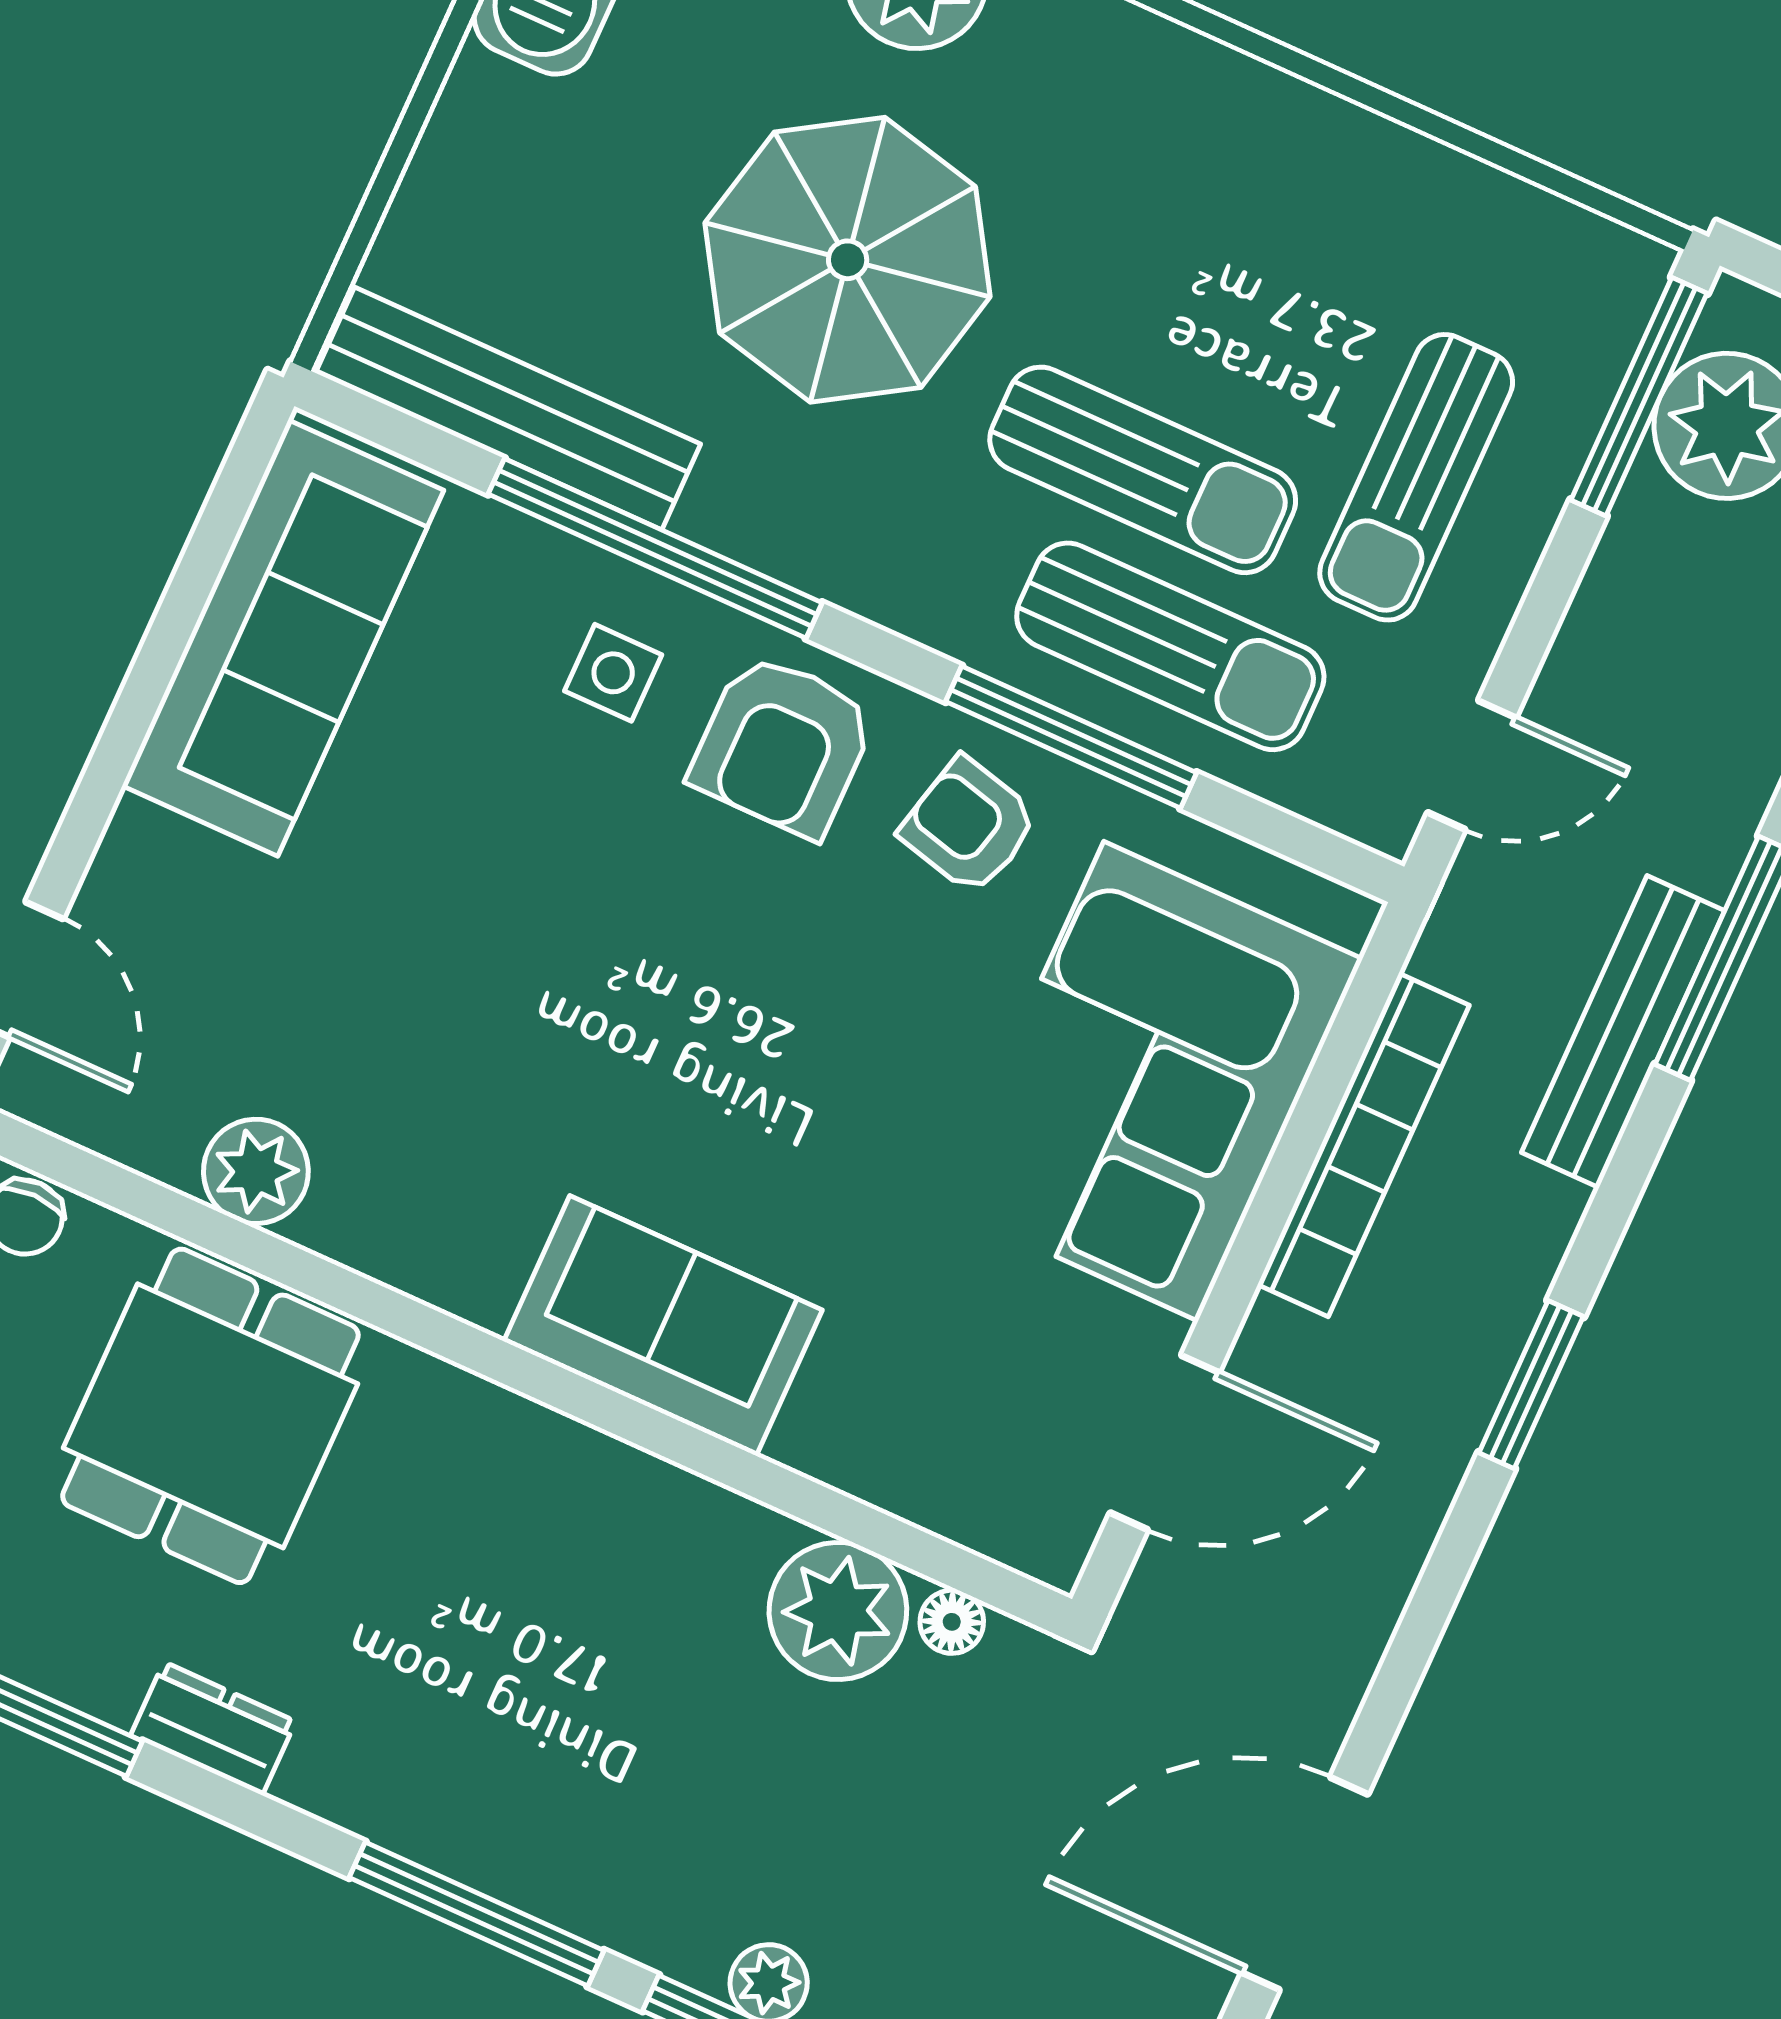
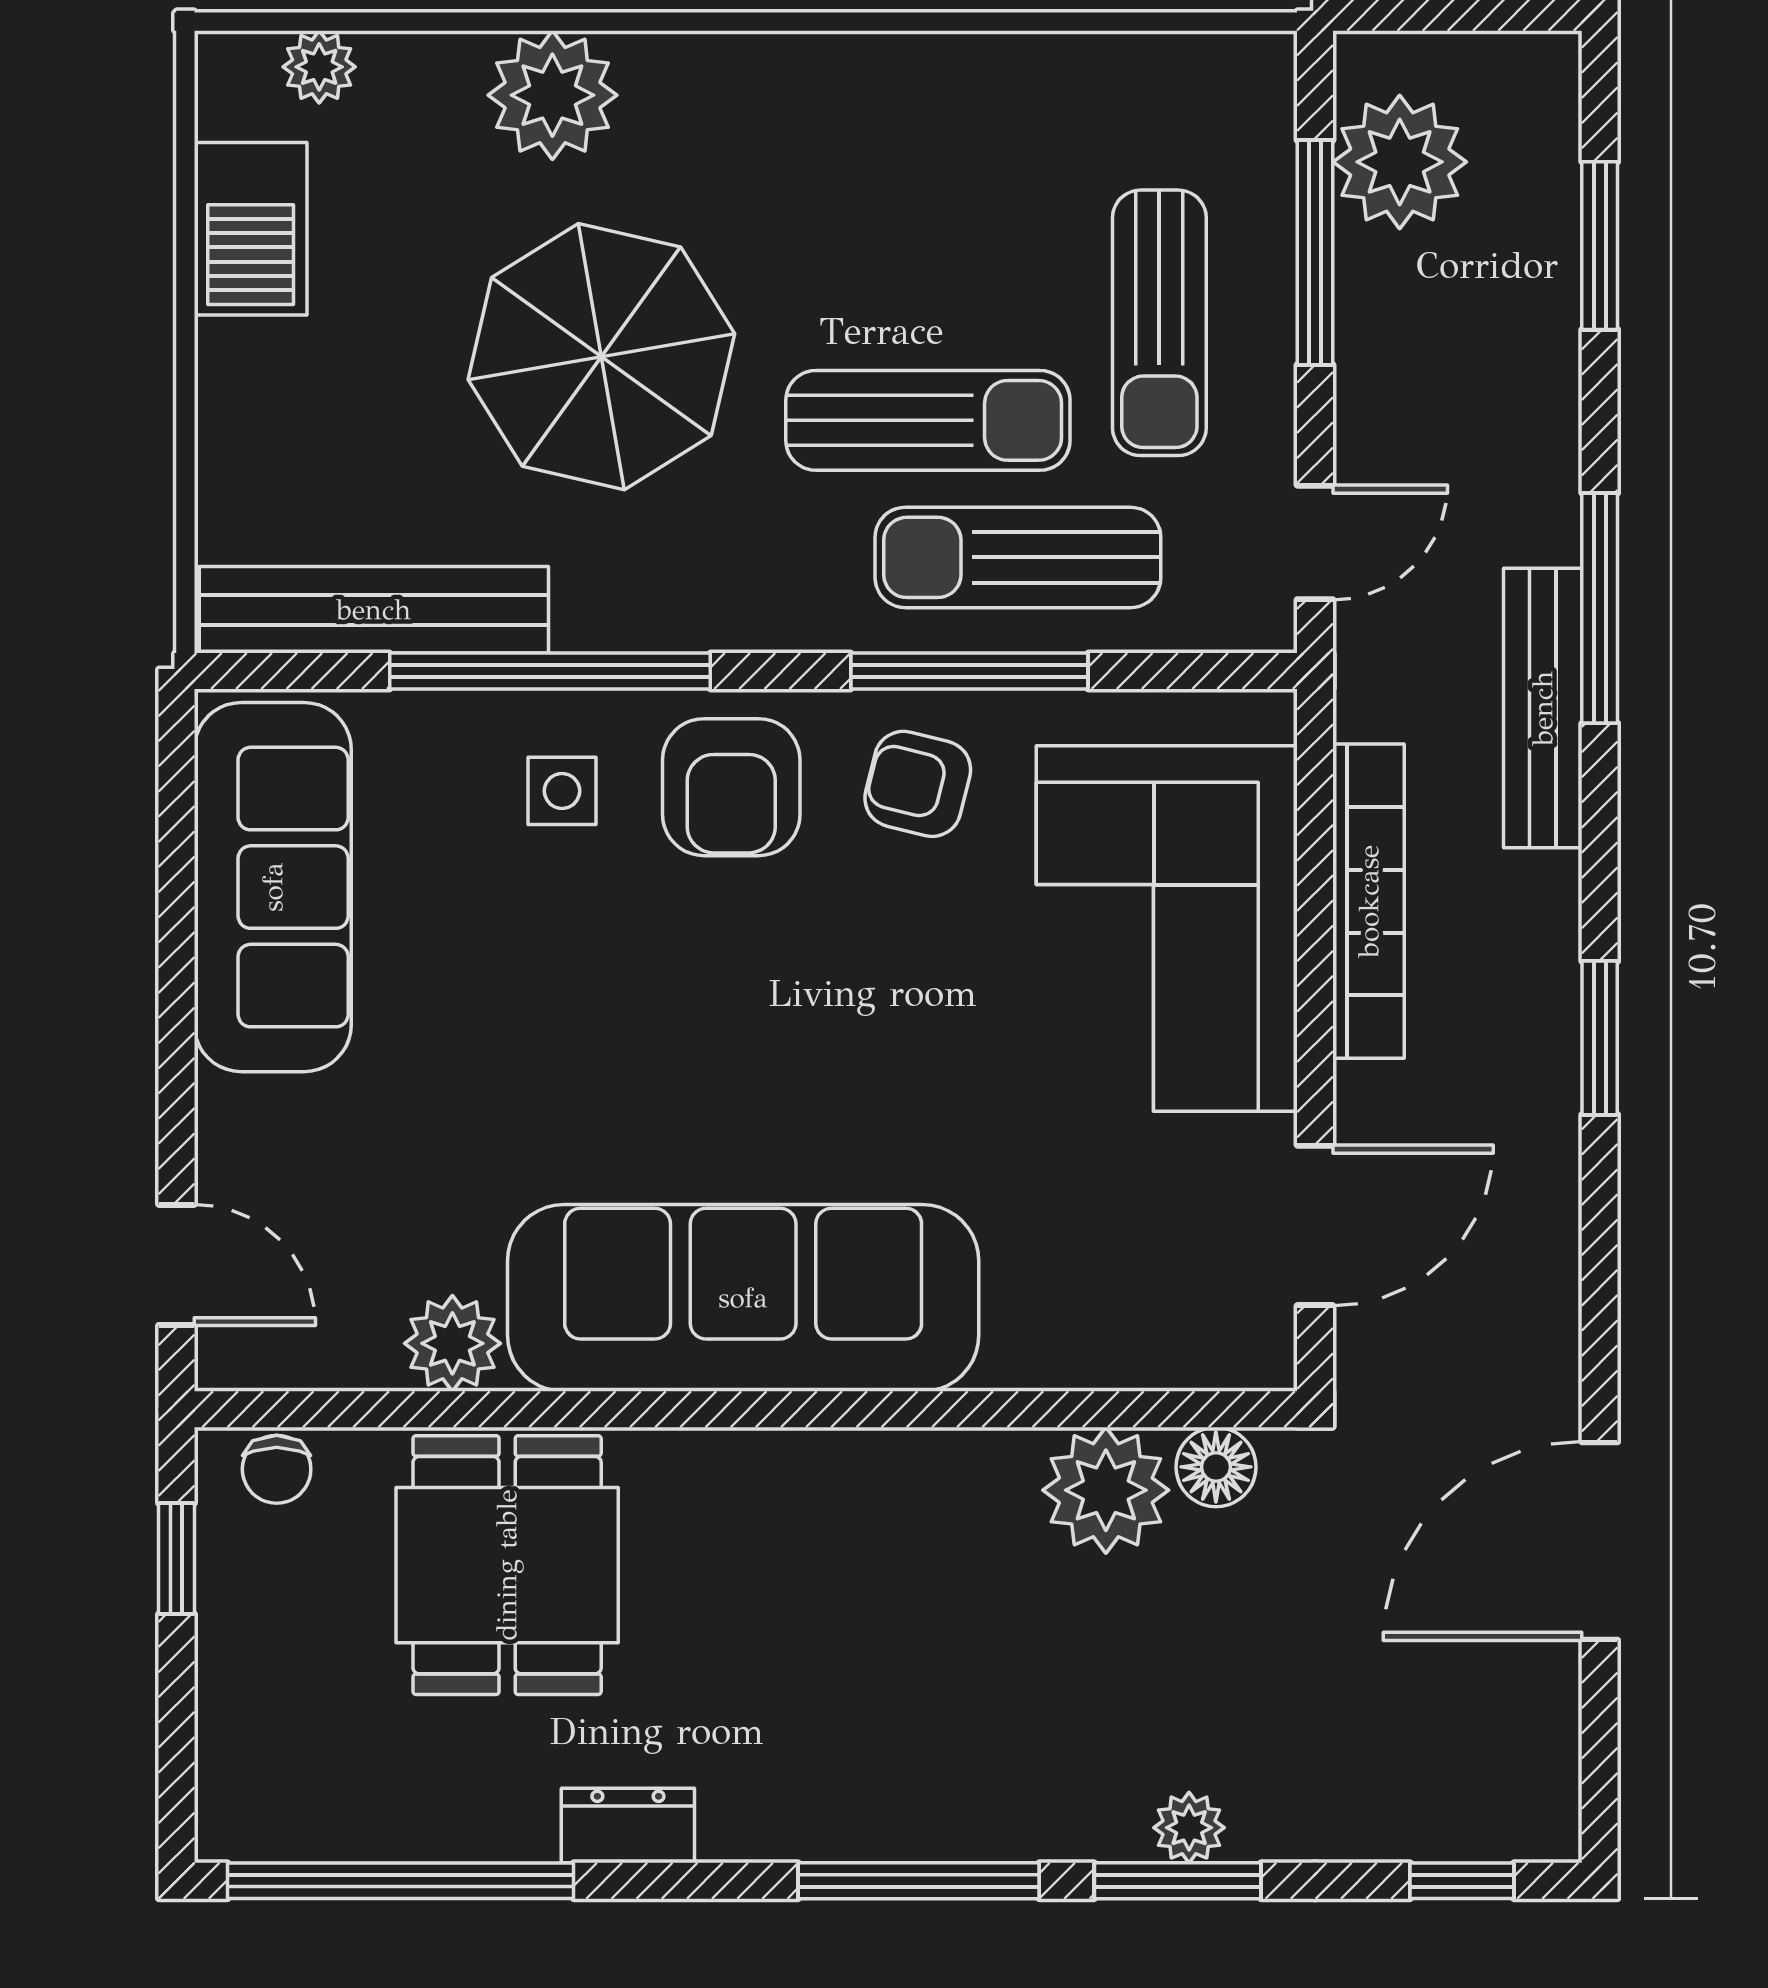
window: (1639, 397) -> (1315, 252), moved
sun lounger: (1170, 646) -> (1018, 557), turned 180
sofa: (663, 1326) -> (743, 1298), width x1.85, depth x1.27
floor lamp: (952, 1622) -> (1216, 1467), width x1.37, depth x1.37

